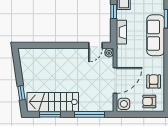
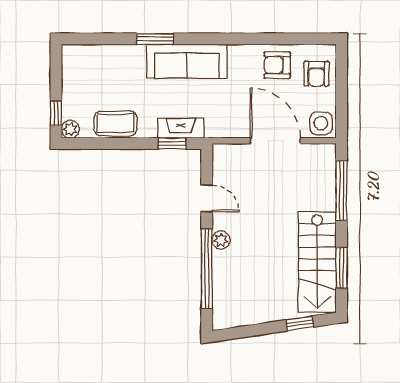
window: (114, 11) -> (172, 144), moved
window: (50, 45) -> (207, 269), added
door: (95, 45) -> (207, 199), moved
plant: (109, 53) -> (221, 240), moved

